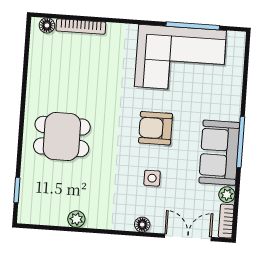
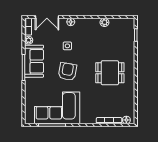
armchair: (156, 128) -> (67, 71), turned -80
dining table: (62, 136) -> (110, 73), moved

